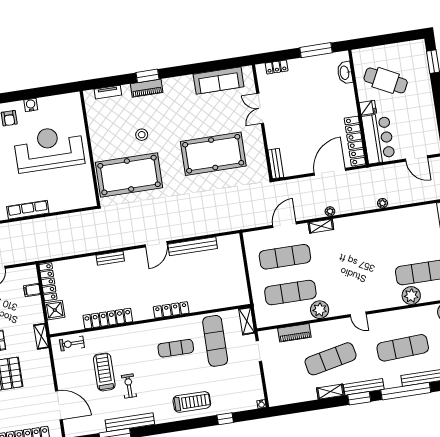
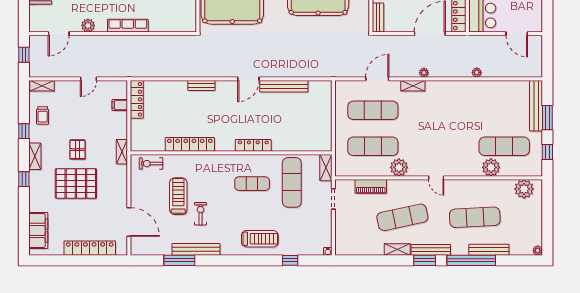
shower: (55, 310) -> (139, 128), removed

